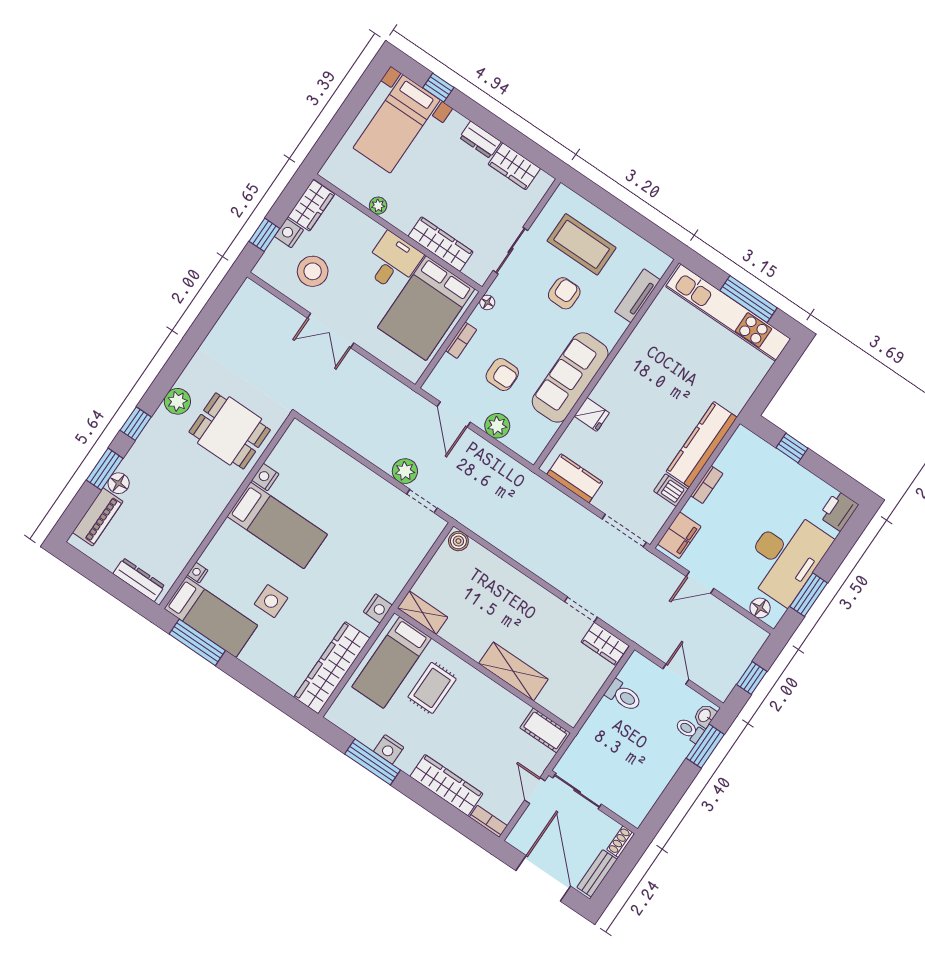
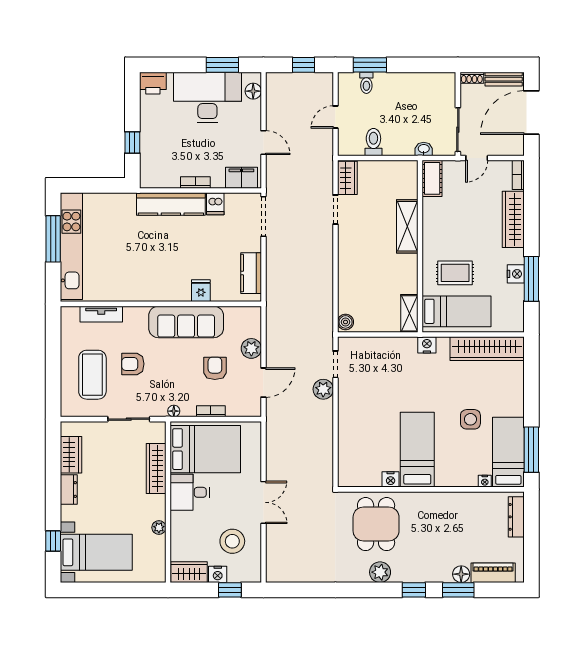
washbasin: (705, 716) -> (424, 149), moved, turned 180

